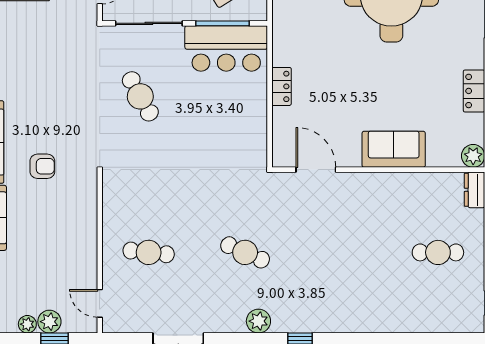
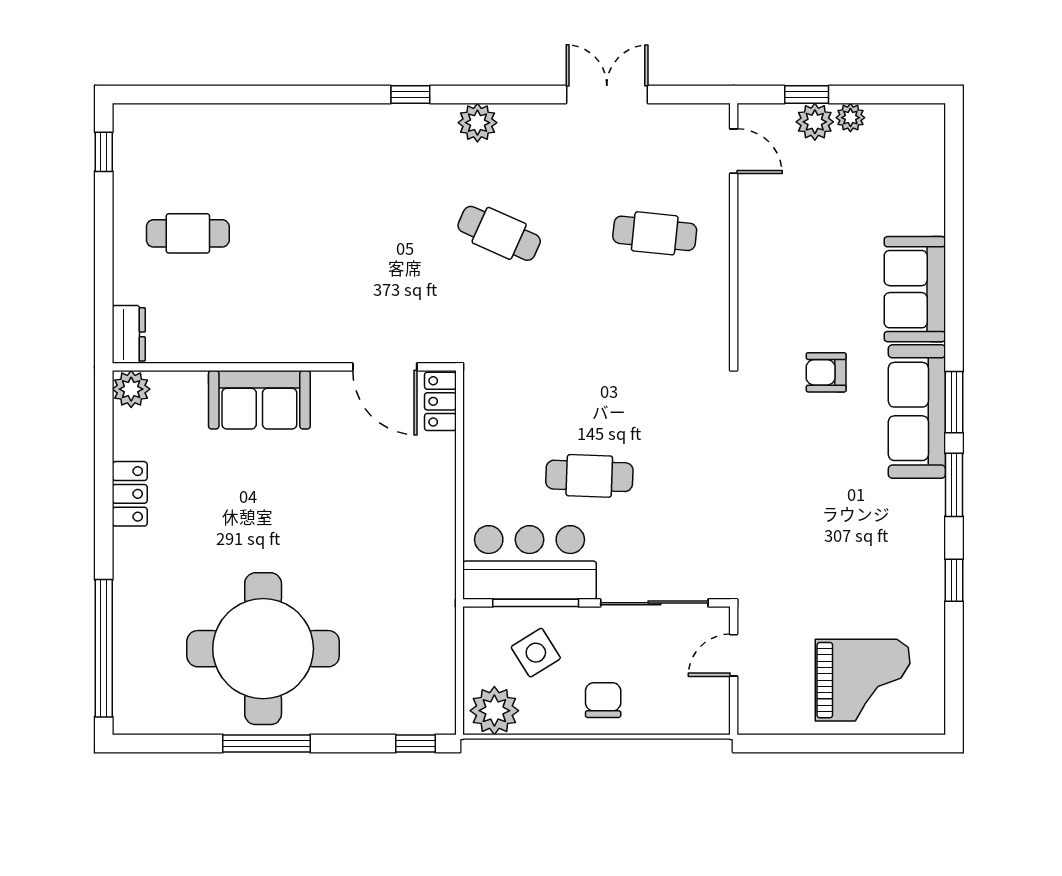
locker: (281, 86) -> (440, 401), moved
cafe table: (140, 96) -> (589, 476), moved, turned -59

